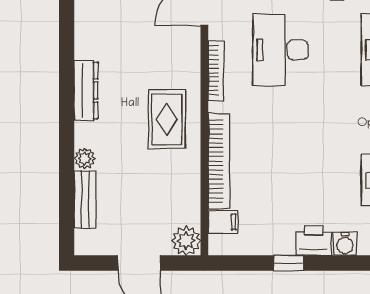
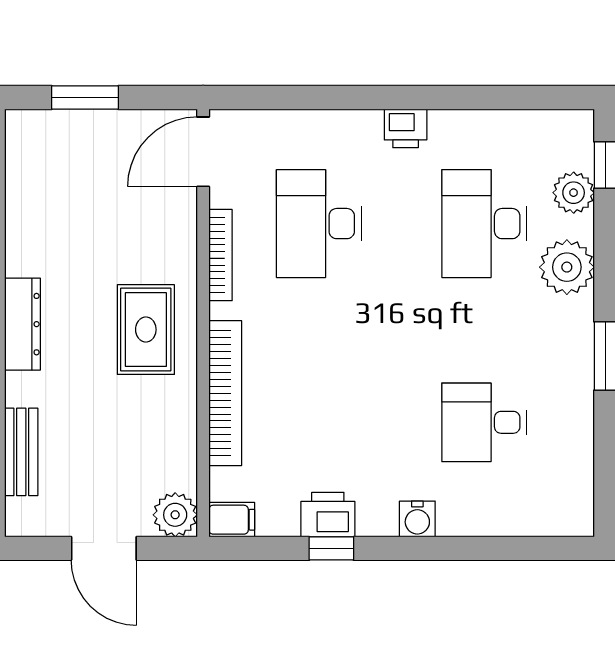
dresser: (86, 90) -> (23, 324), moved
plant: (85, 158) -> (21, 389), removed
filing cabinet: (223, 222) -> (232, 520), moved
printer: (314, 241) -> (328, 515), moved

